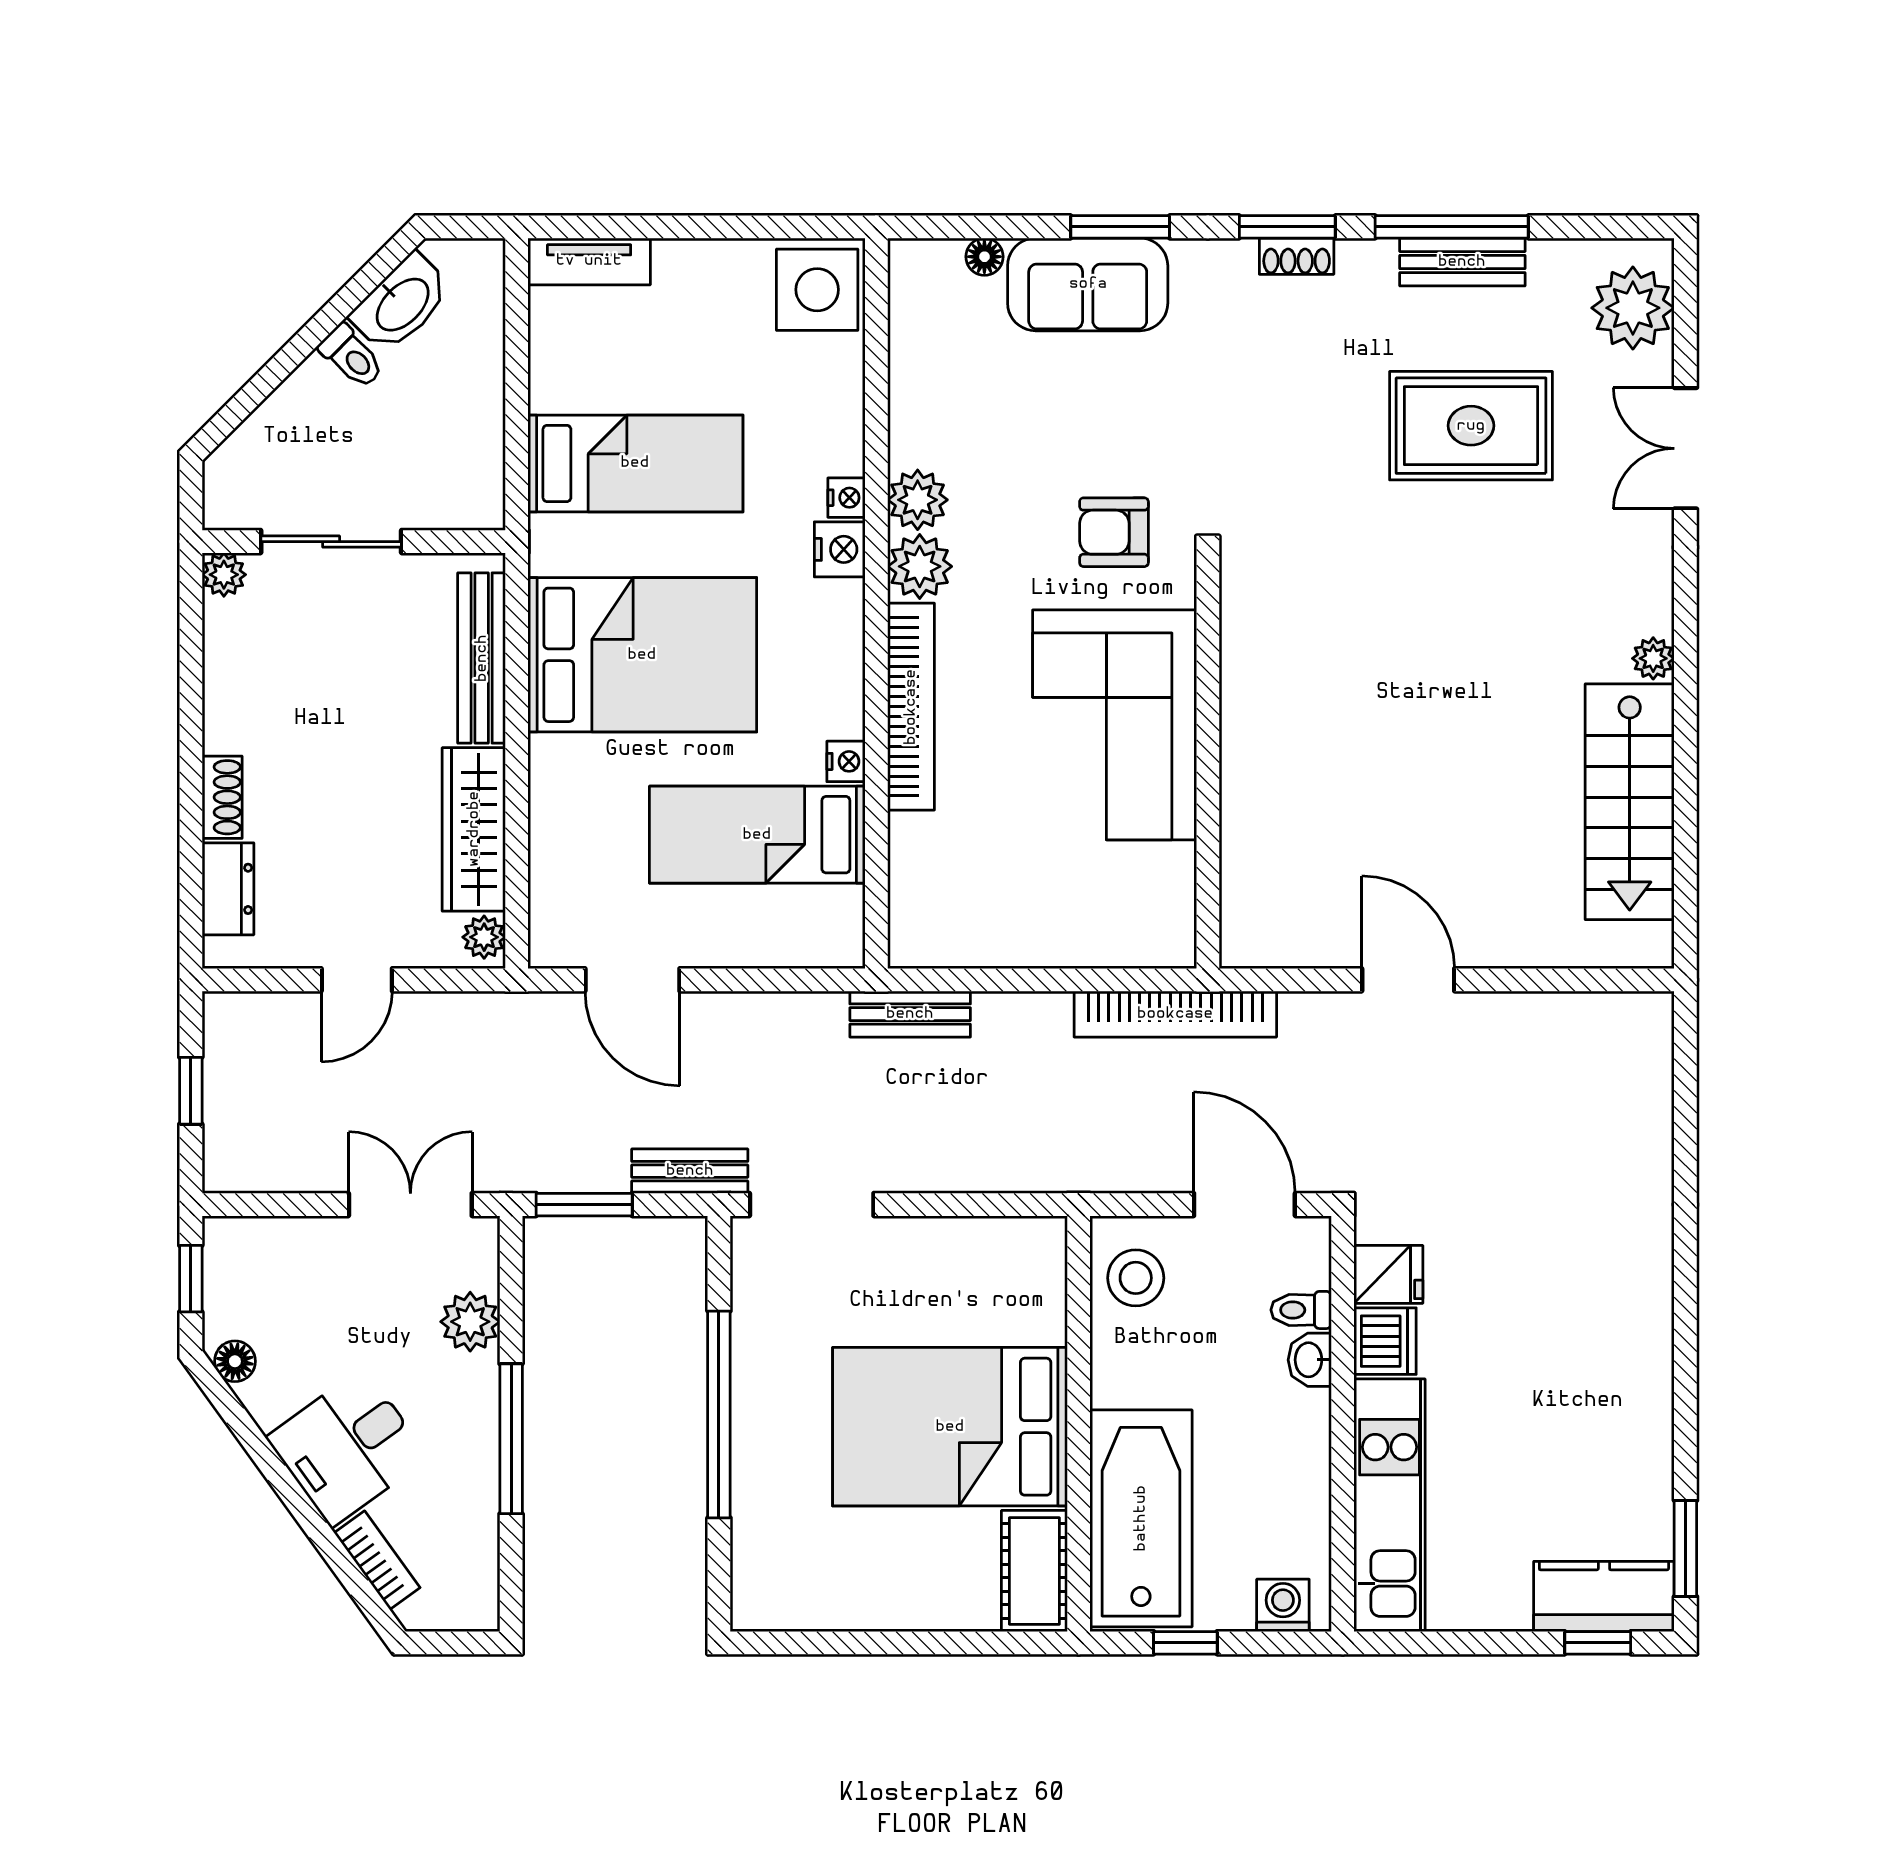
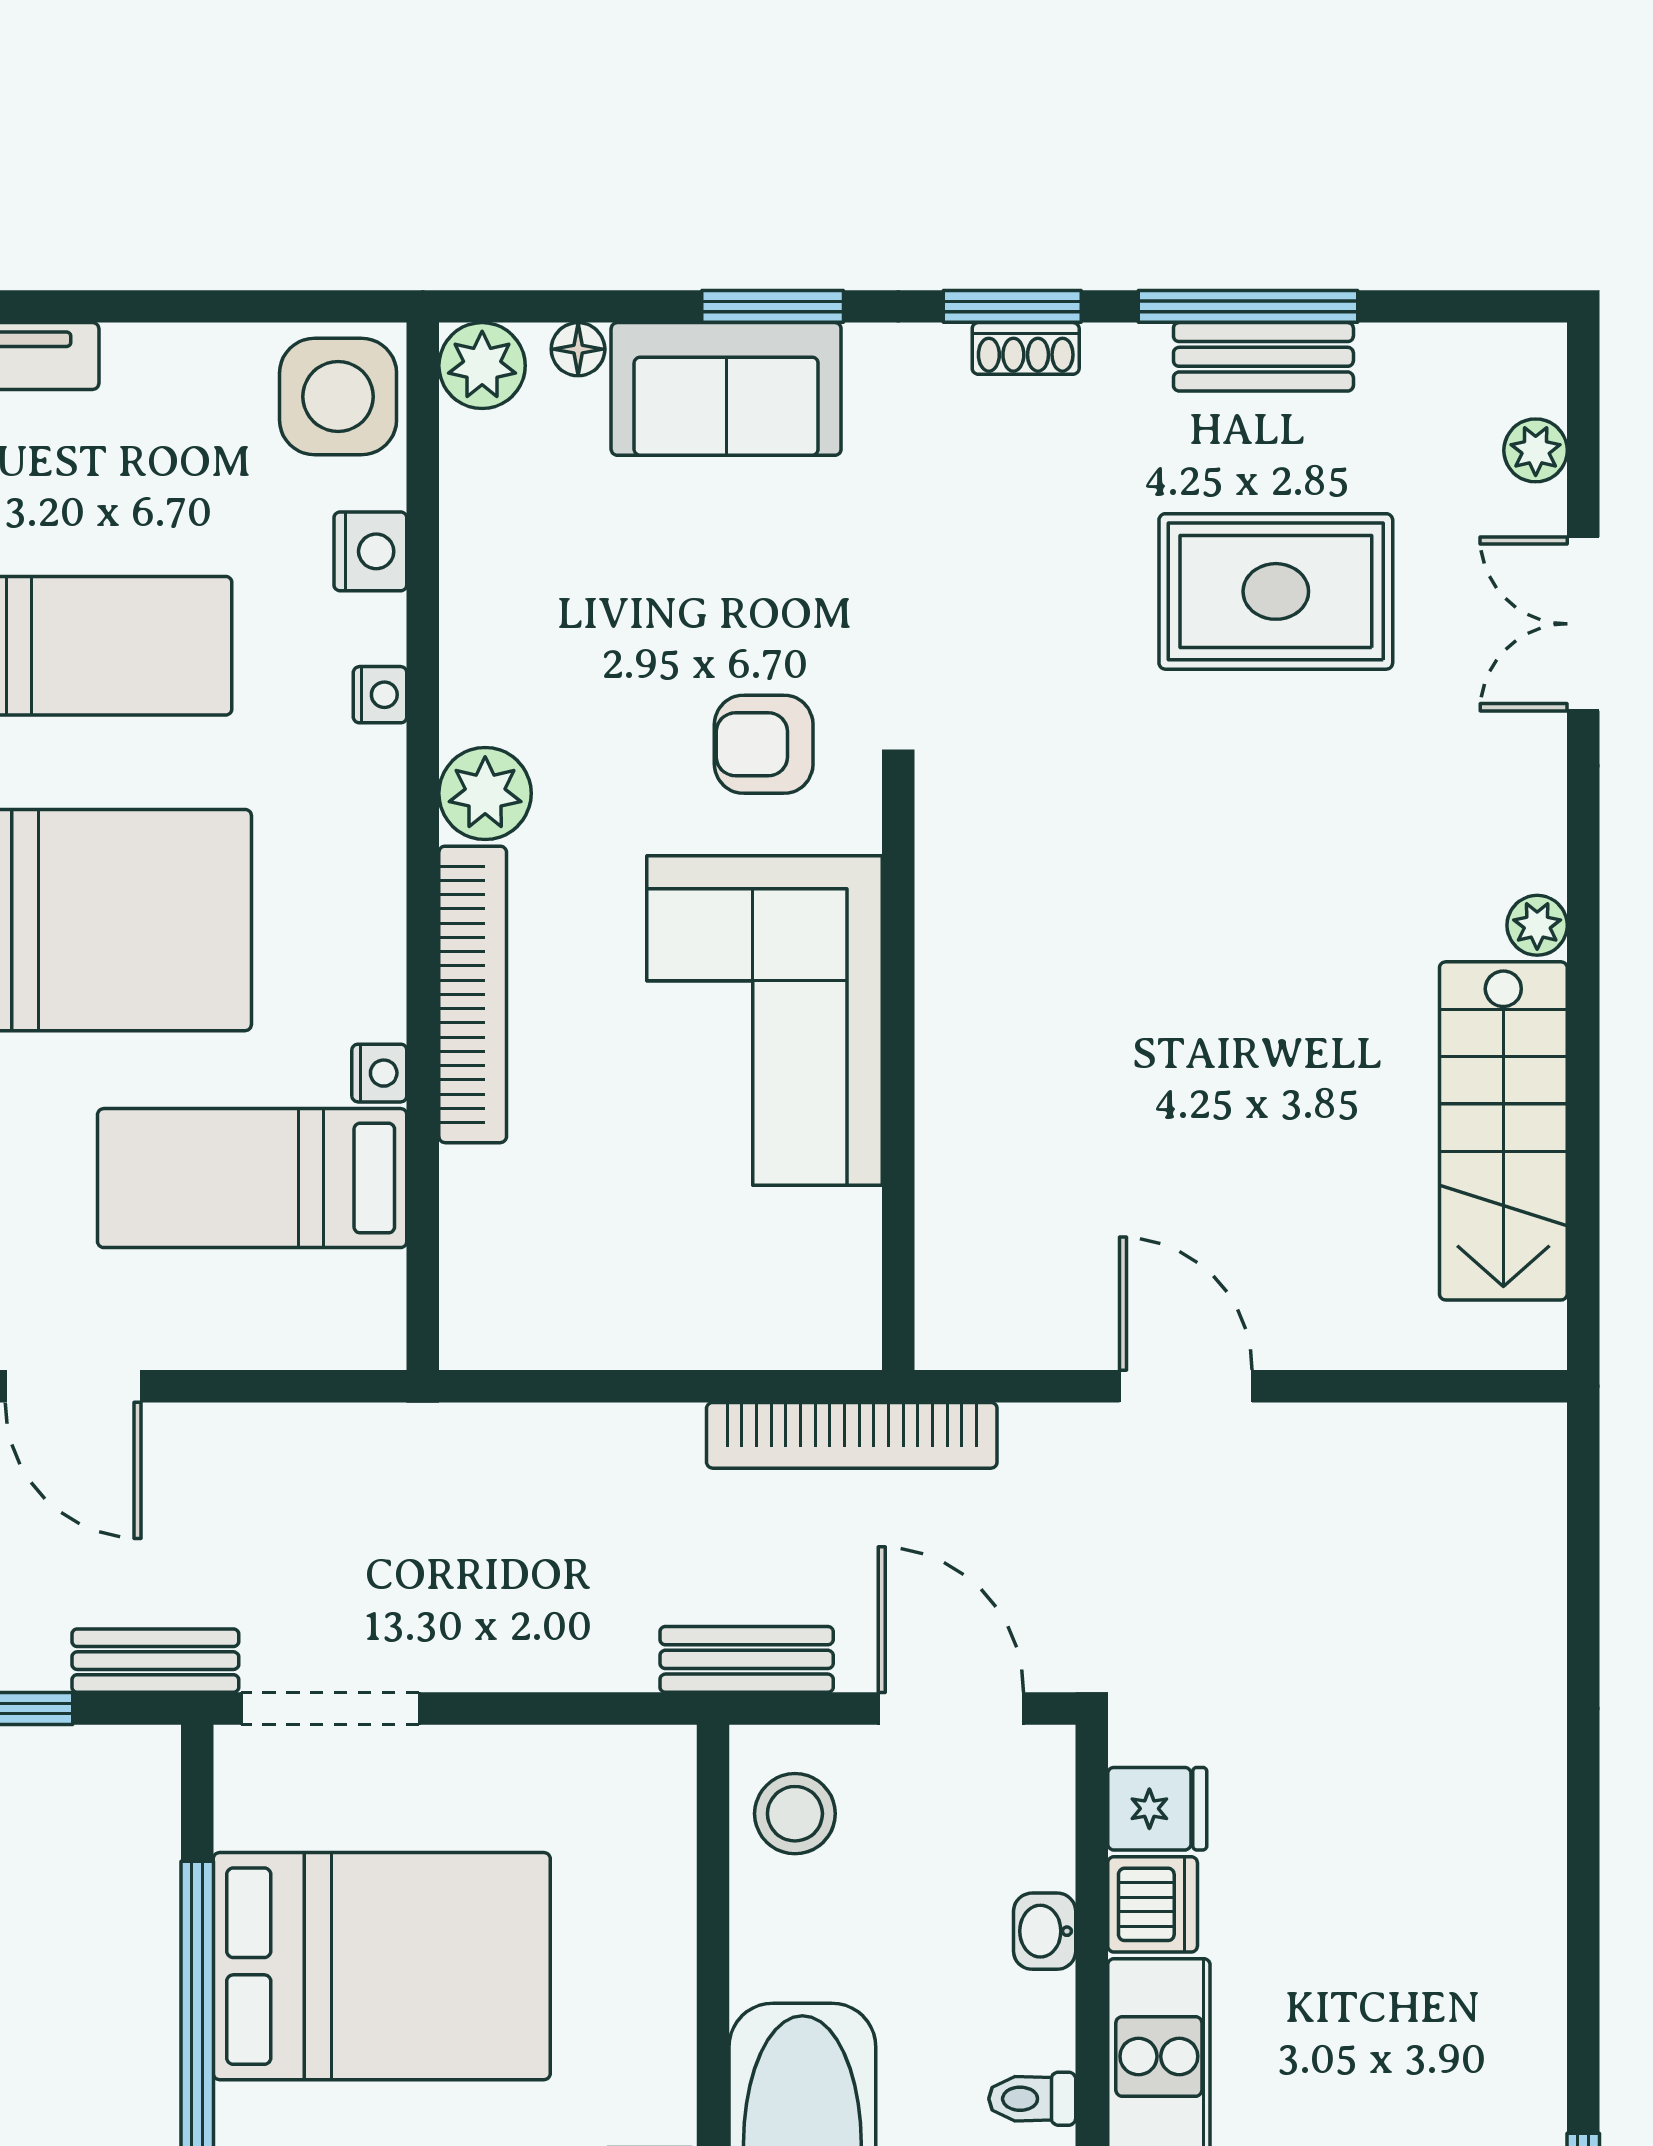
plant: (1633, 308) -> (1536, 450), width x0.53, depth x0.53
plant: (918, 500) -> (482, 366), moved
nightstand: (840, 549) -> (370, 551), moved
bench: (910, 1014) -> (747, 1659), moved
toilet: (1301, 1310) -> (1032, 2099), moved
bed: (950, 1427) -> (382, 1966), moved, turned 180

